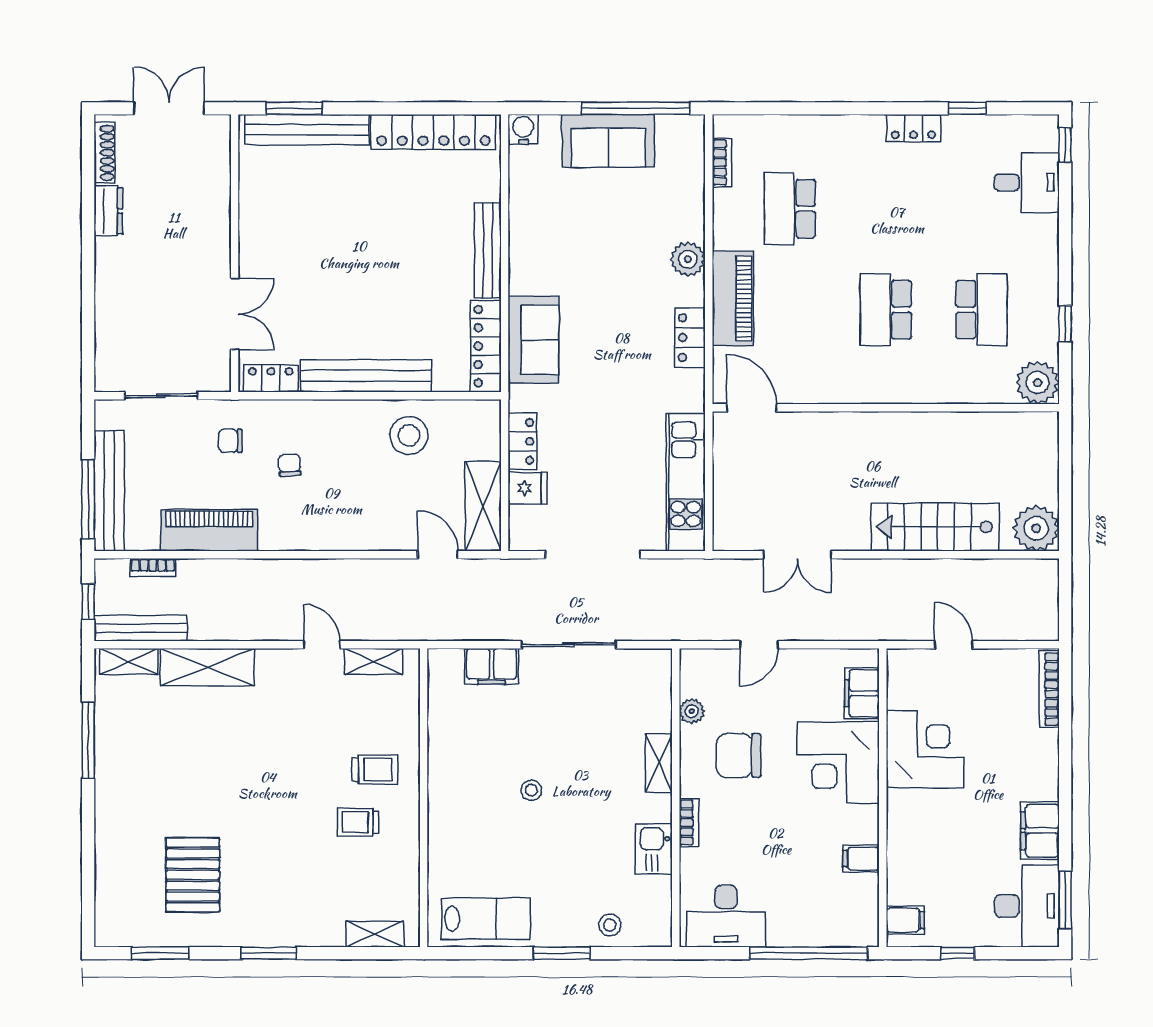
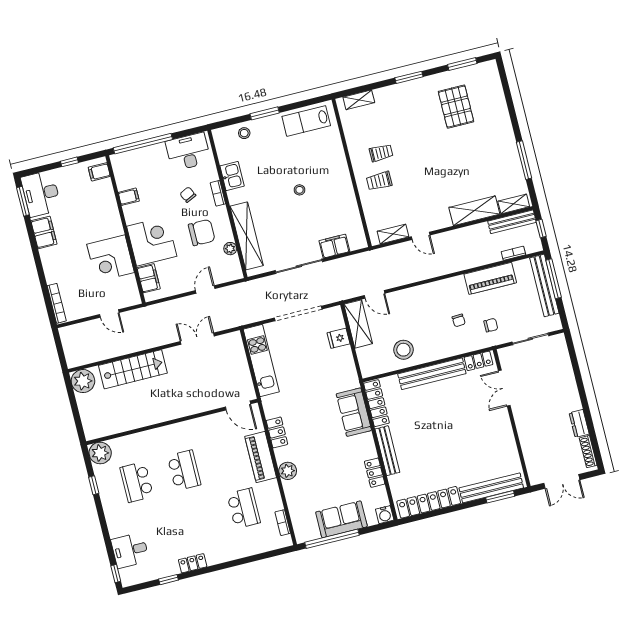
locker: (523, 441) -> (375, 473), moved
shelving: (659, 763) -> (247, 236), width x2.20, depth x1.33
chair: (747, 834) -> (188, 195), added

